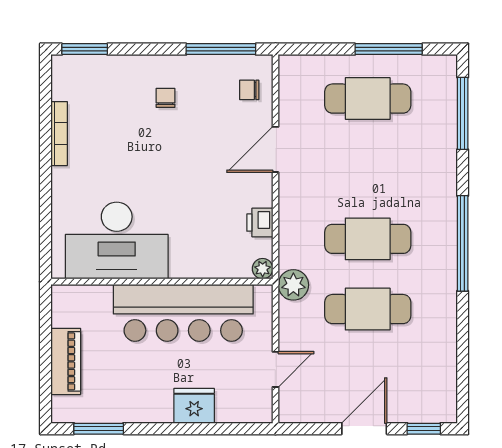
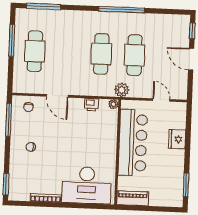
desk: (117, 241) -> (87, 185), moved, turned 90
window: (463, 243) -> (122, 10), moved
piano: (66, 361) -> (133, 198), moved

